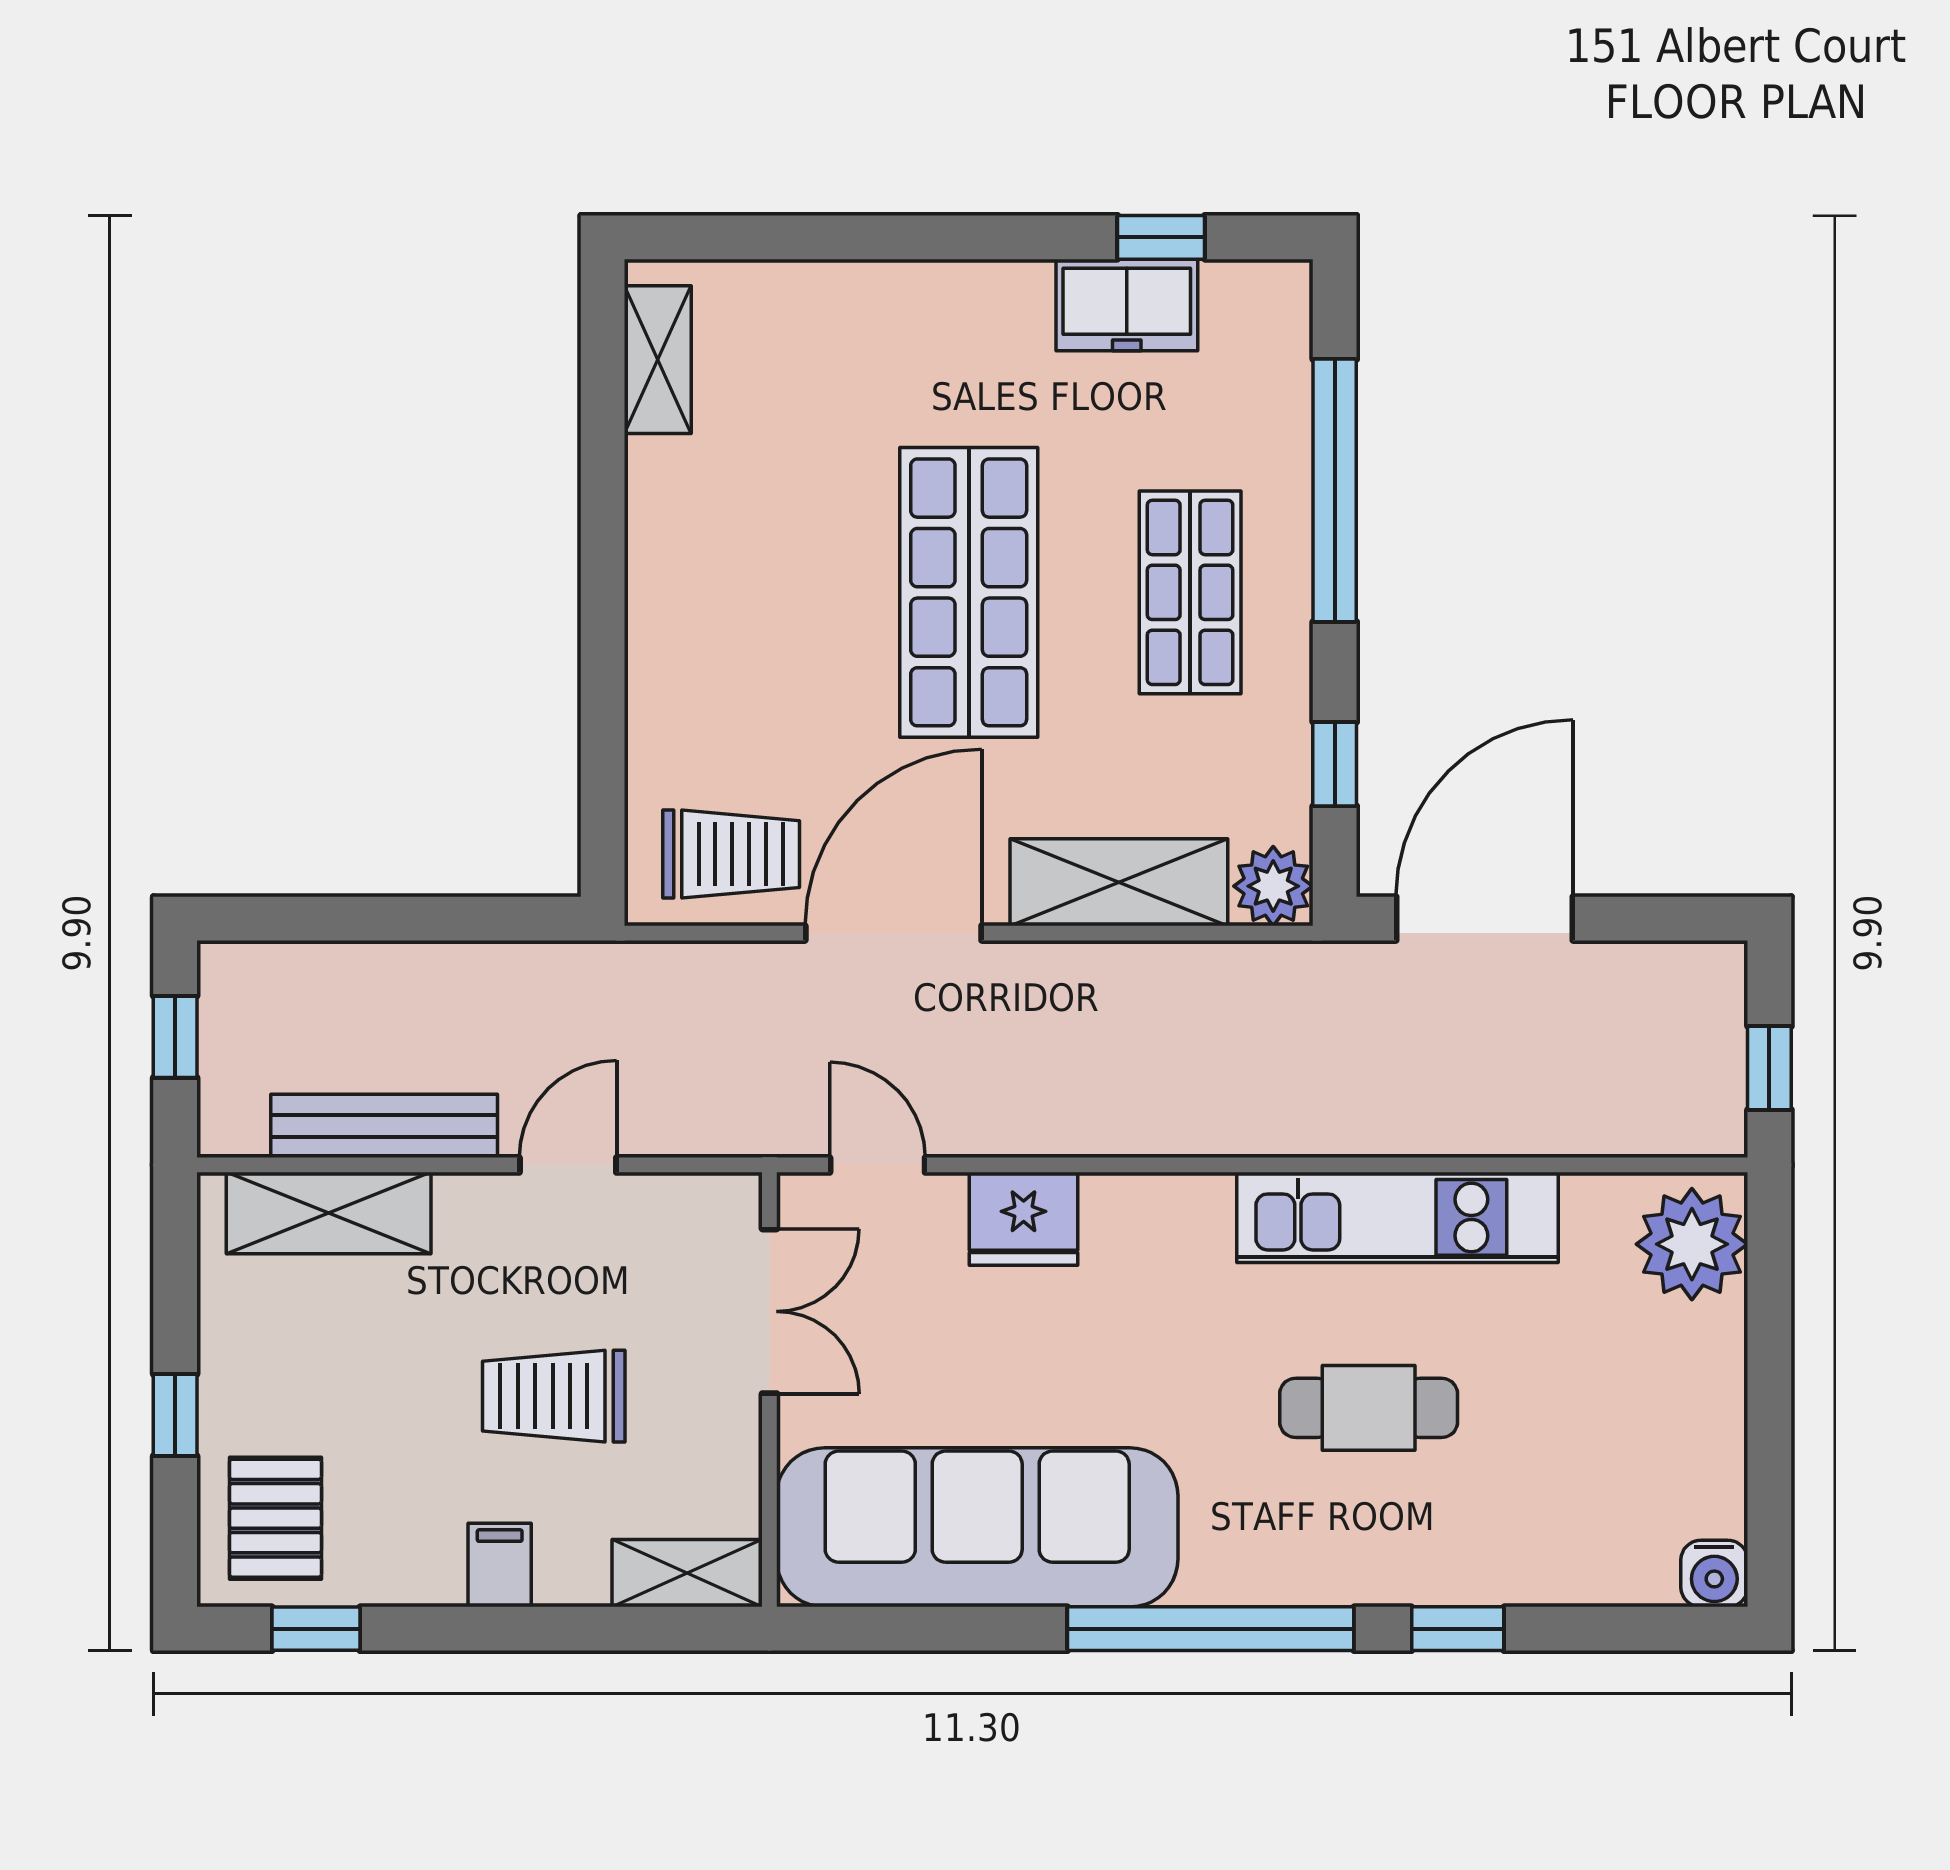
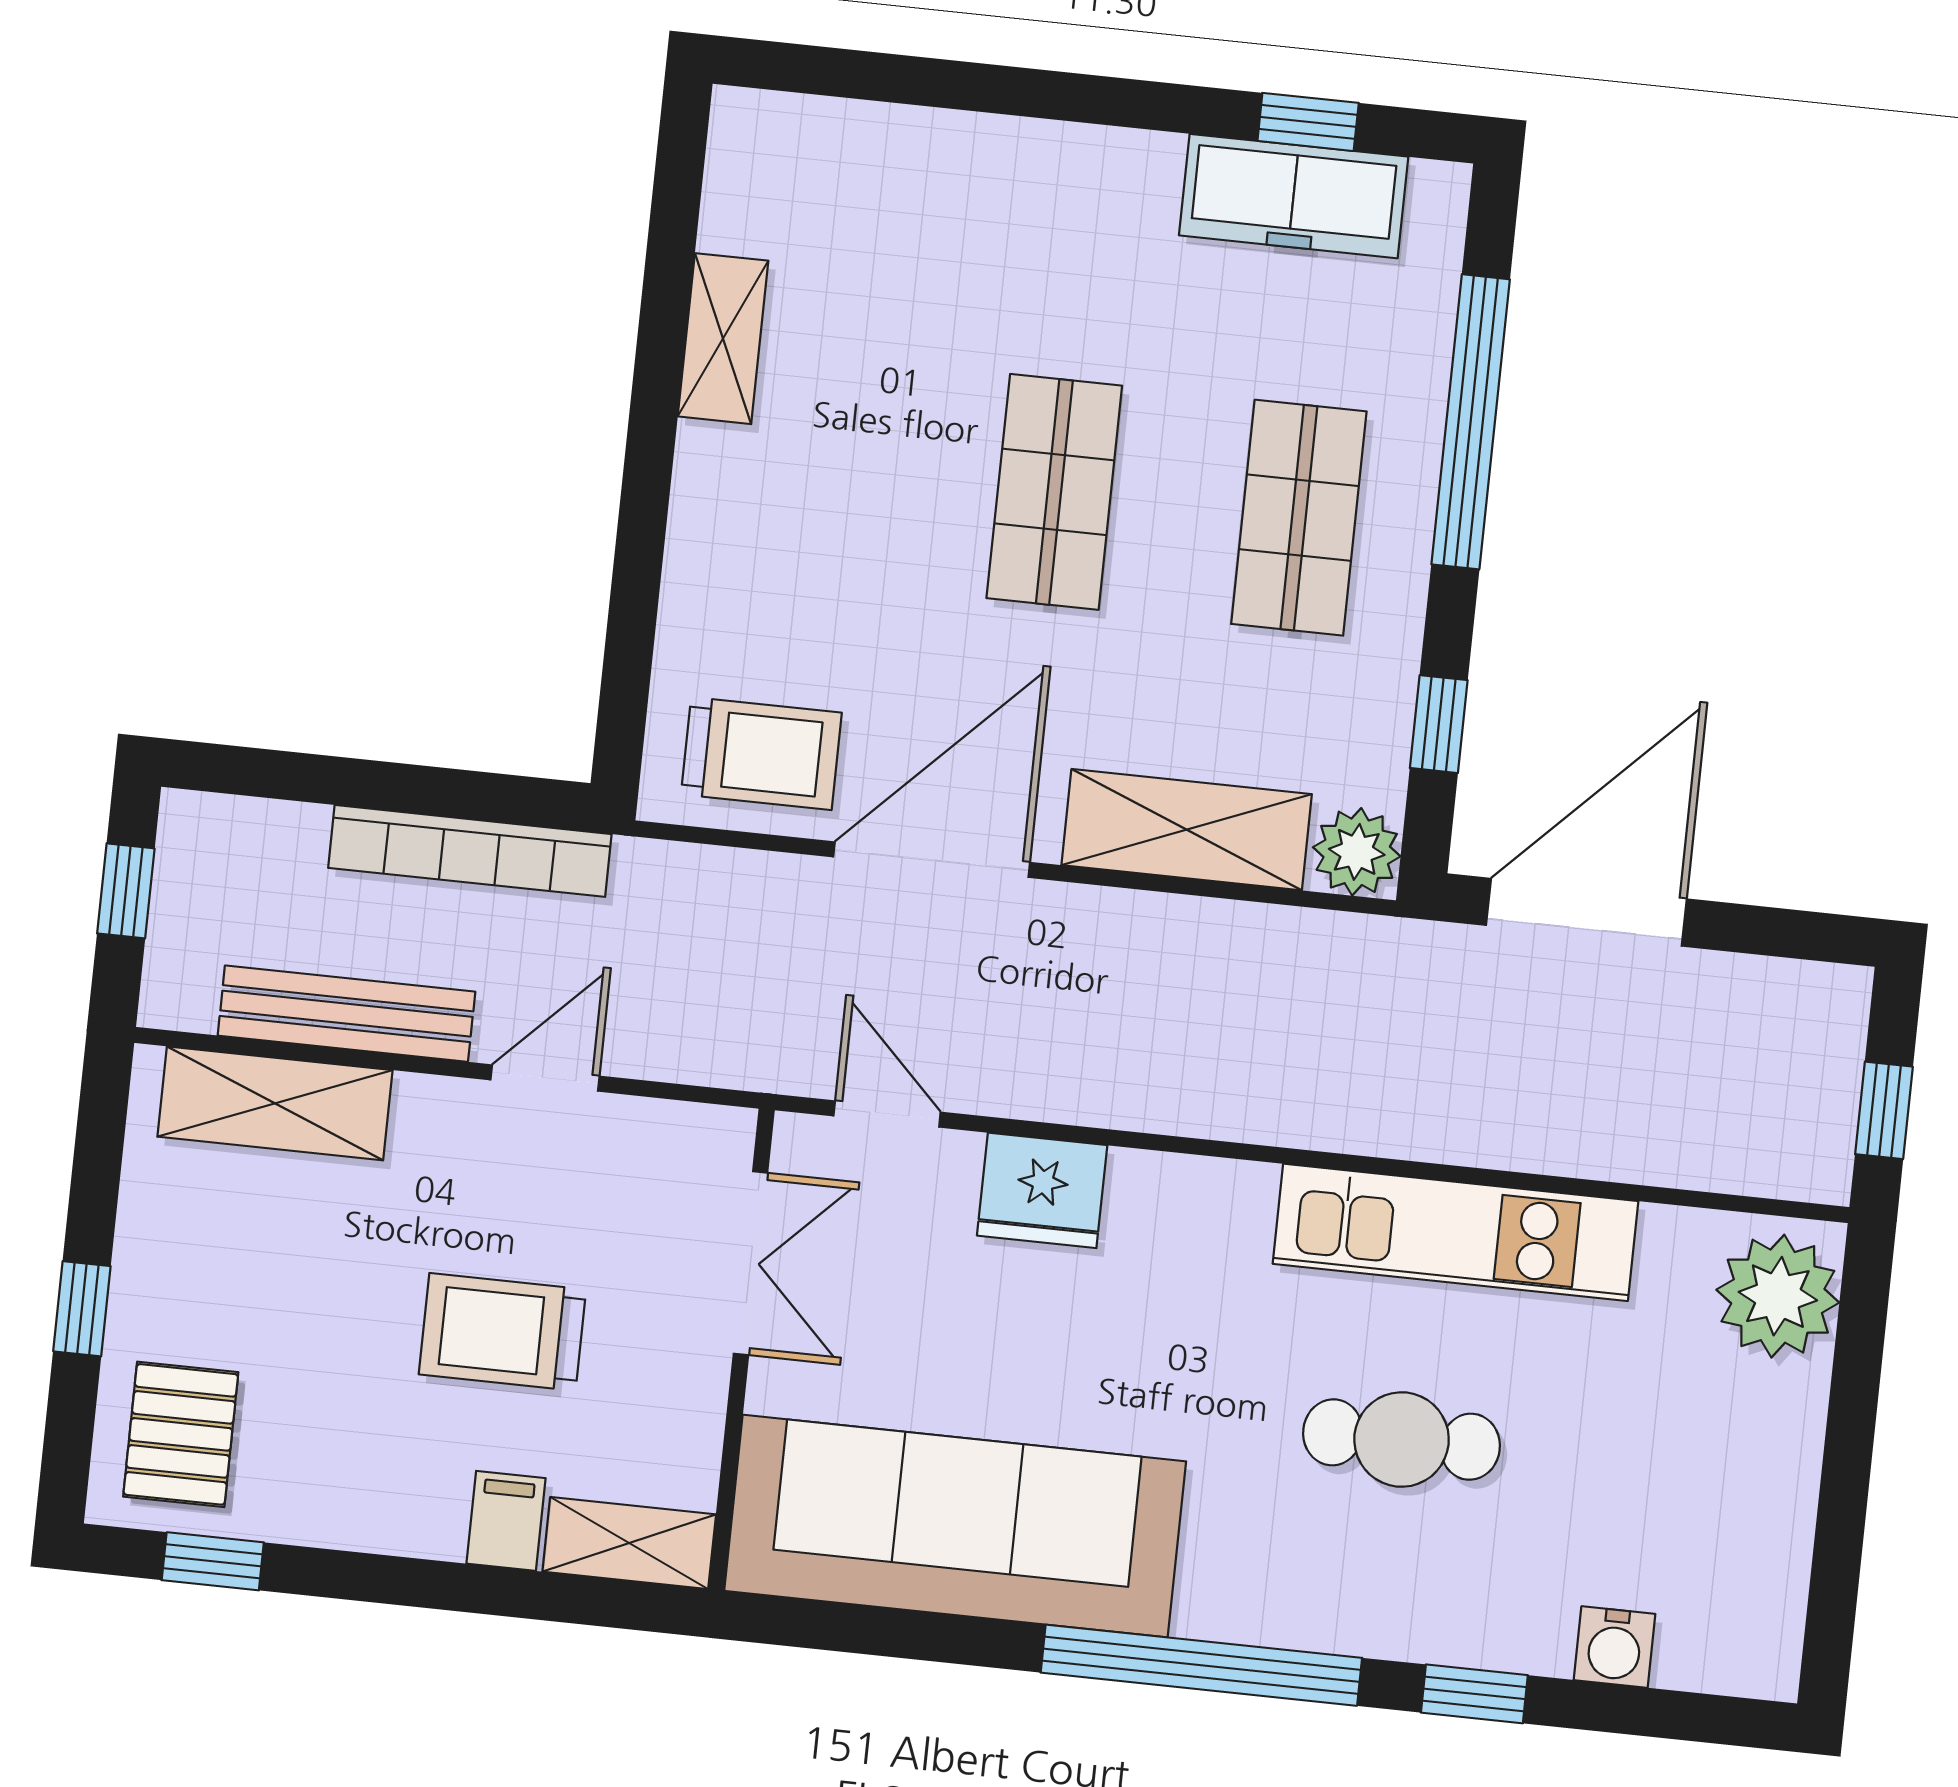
freezer: (1127, 305) -> (1294, 196), width x1.40
shelving: (658, 360) -> (723, 339), moved
shop shelf: (969, 592) -> (1054, 492), width x0.70, depth x0.74
bookcase: (479, 969) -> (470, 851), added
filing cabinet: (500, 1565) -> (506, 1521), moved
water cooler: (1714, 1574) -> (1614, 1647), moved

